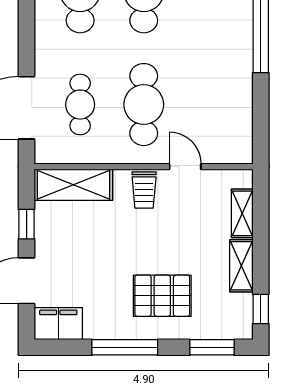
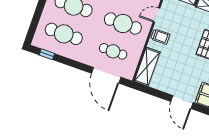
window: (27, 224) -> (157, 93), removed

